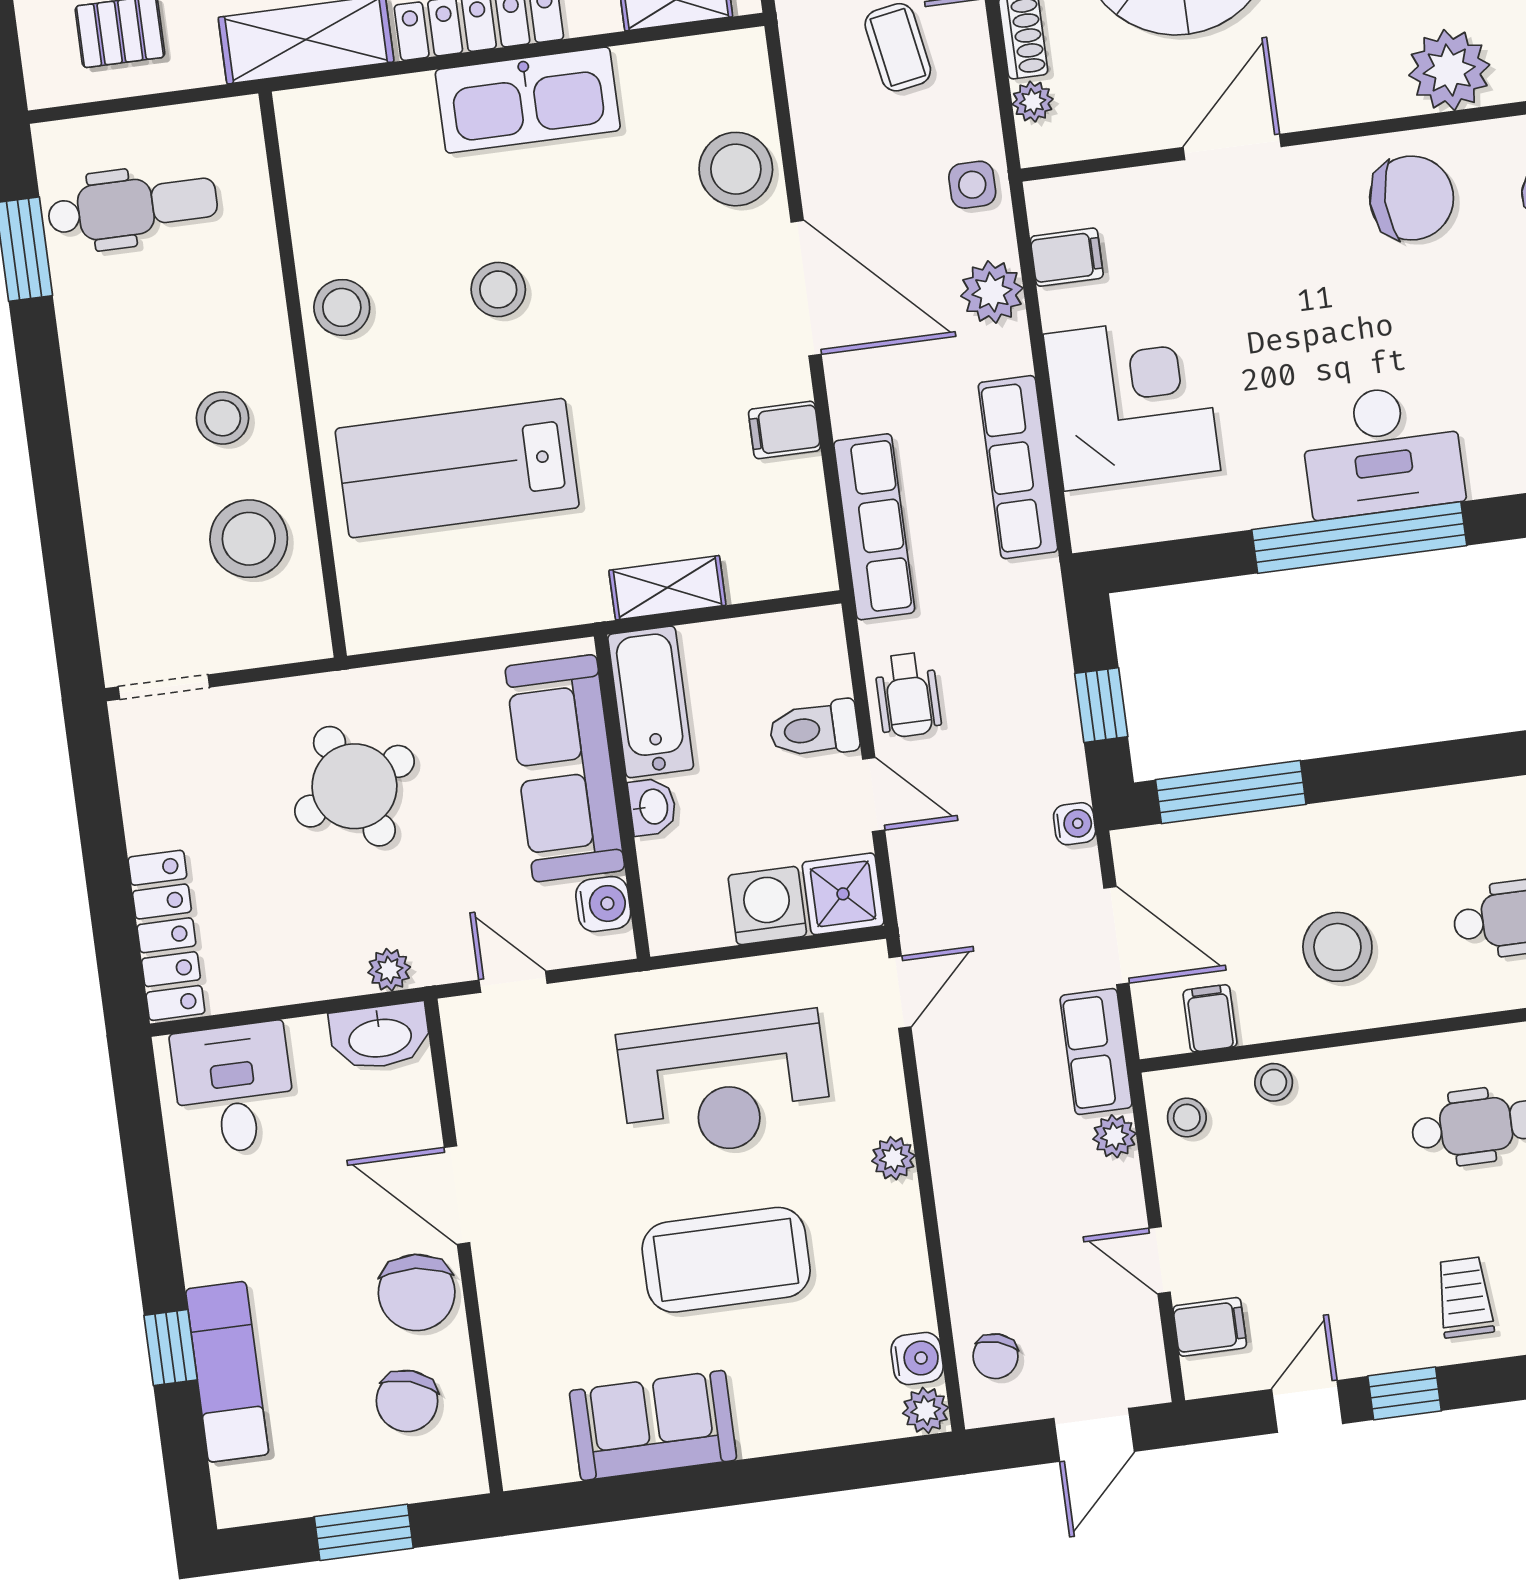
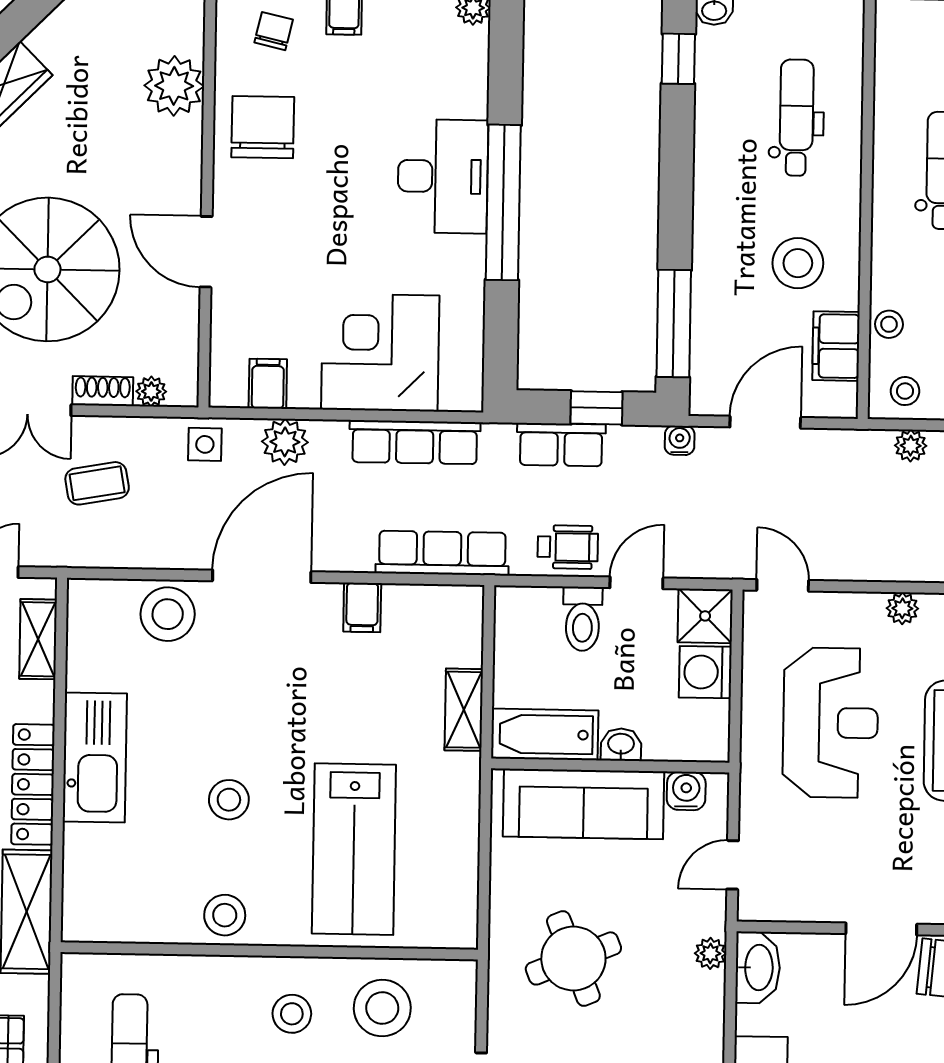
filing cabinet: (1210, 1018) -> (836, 346), width x2.00
row of seats: (1096, 1051) -> (561, 445), moved

